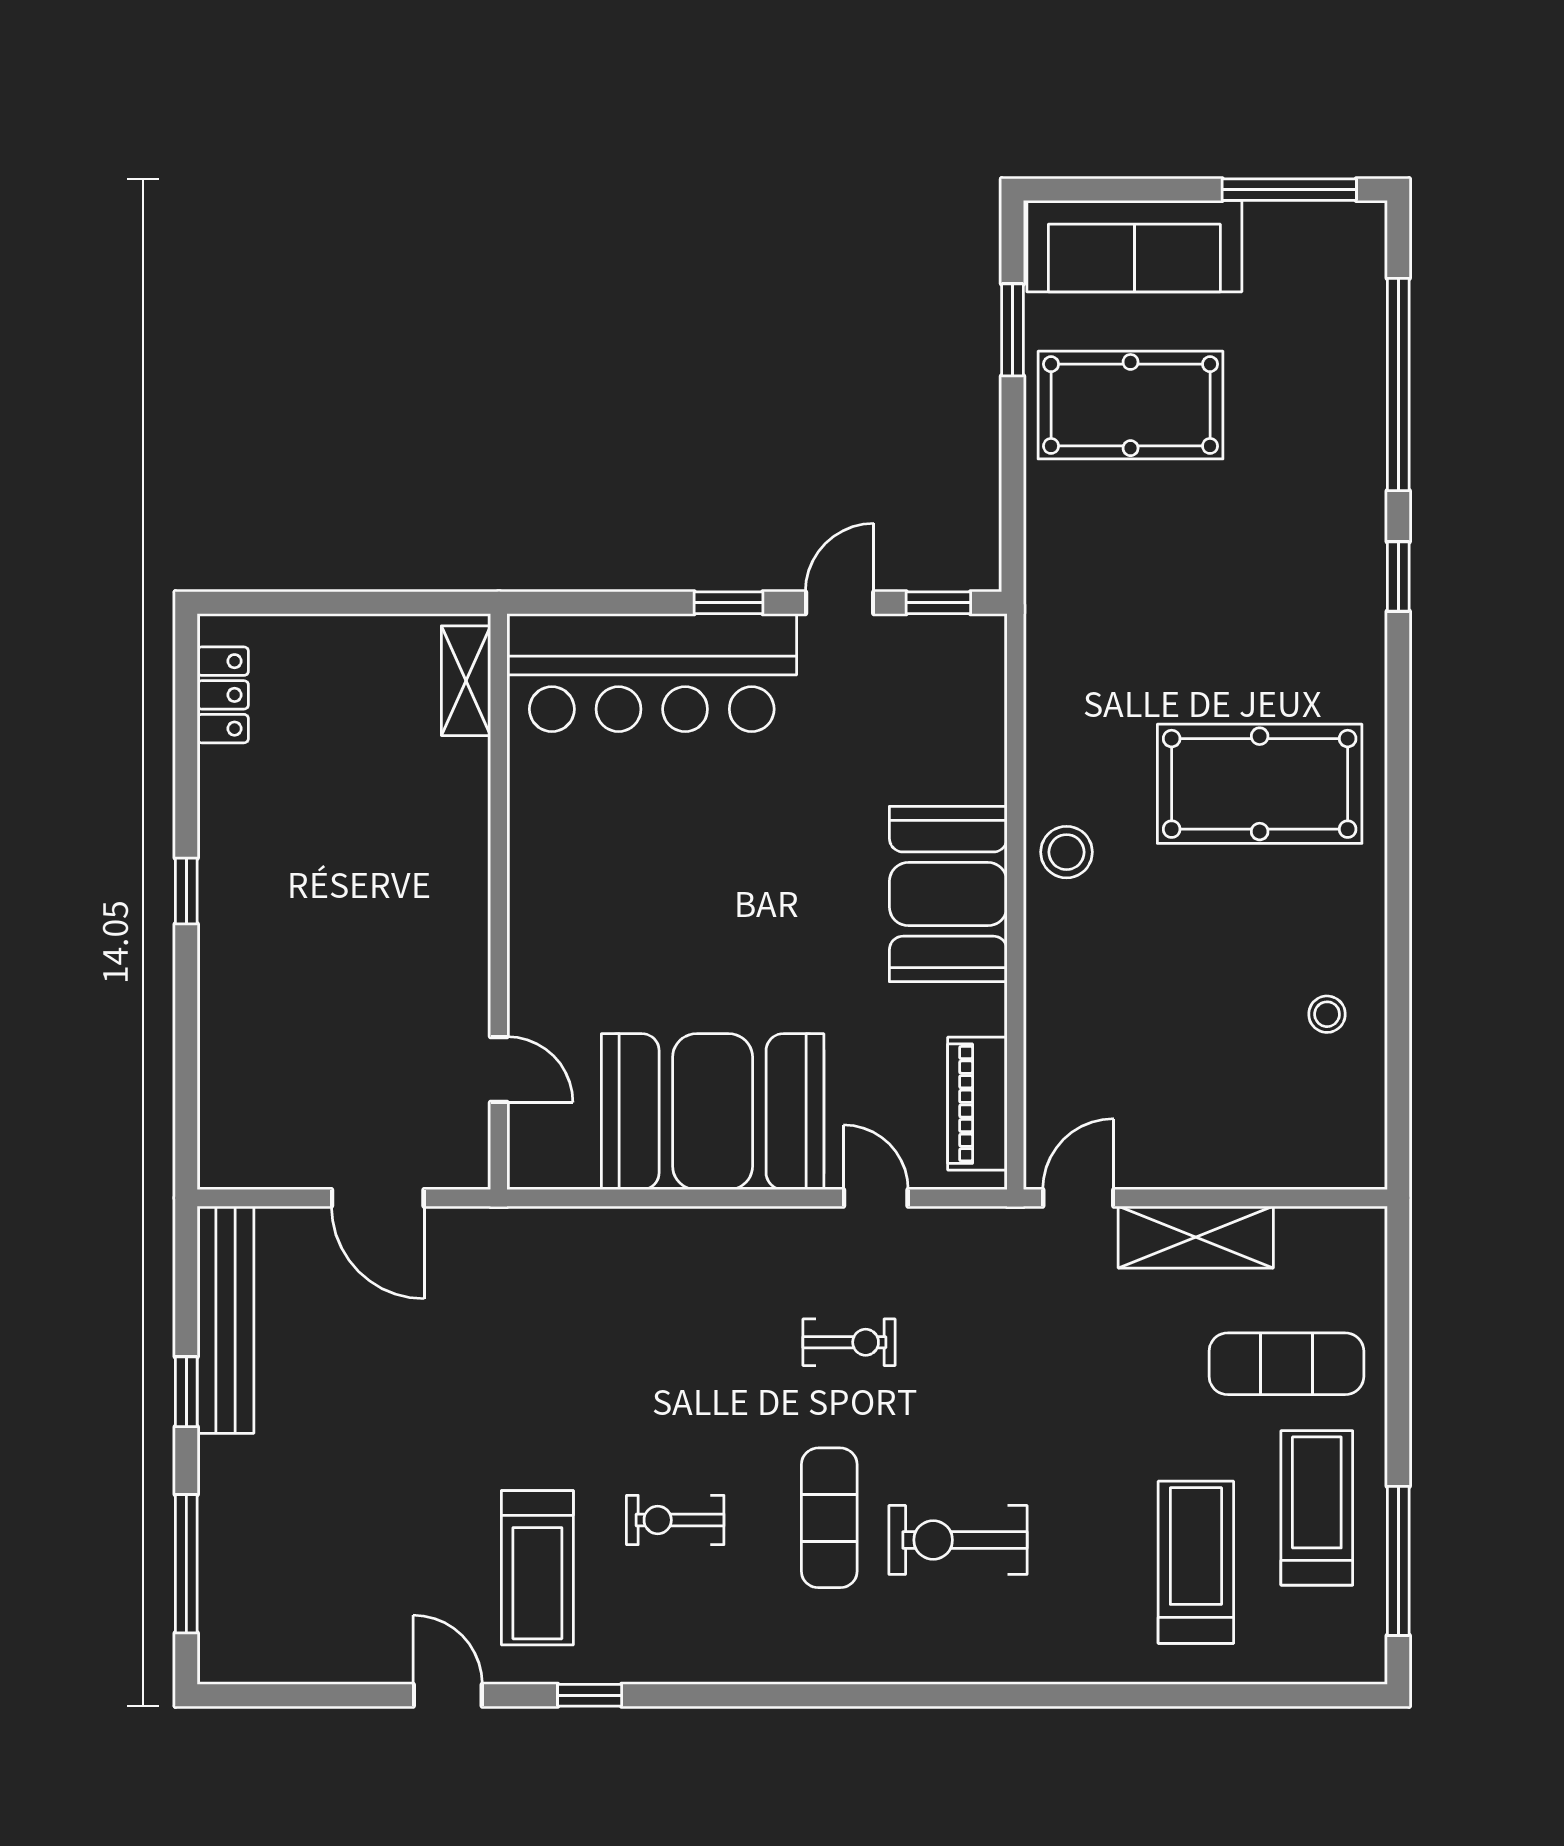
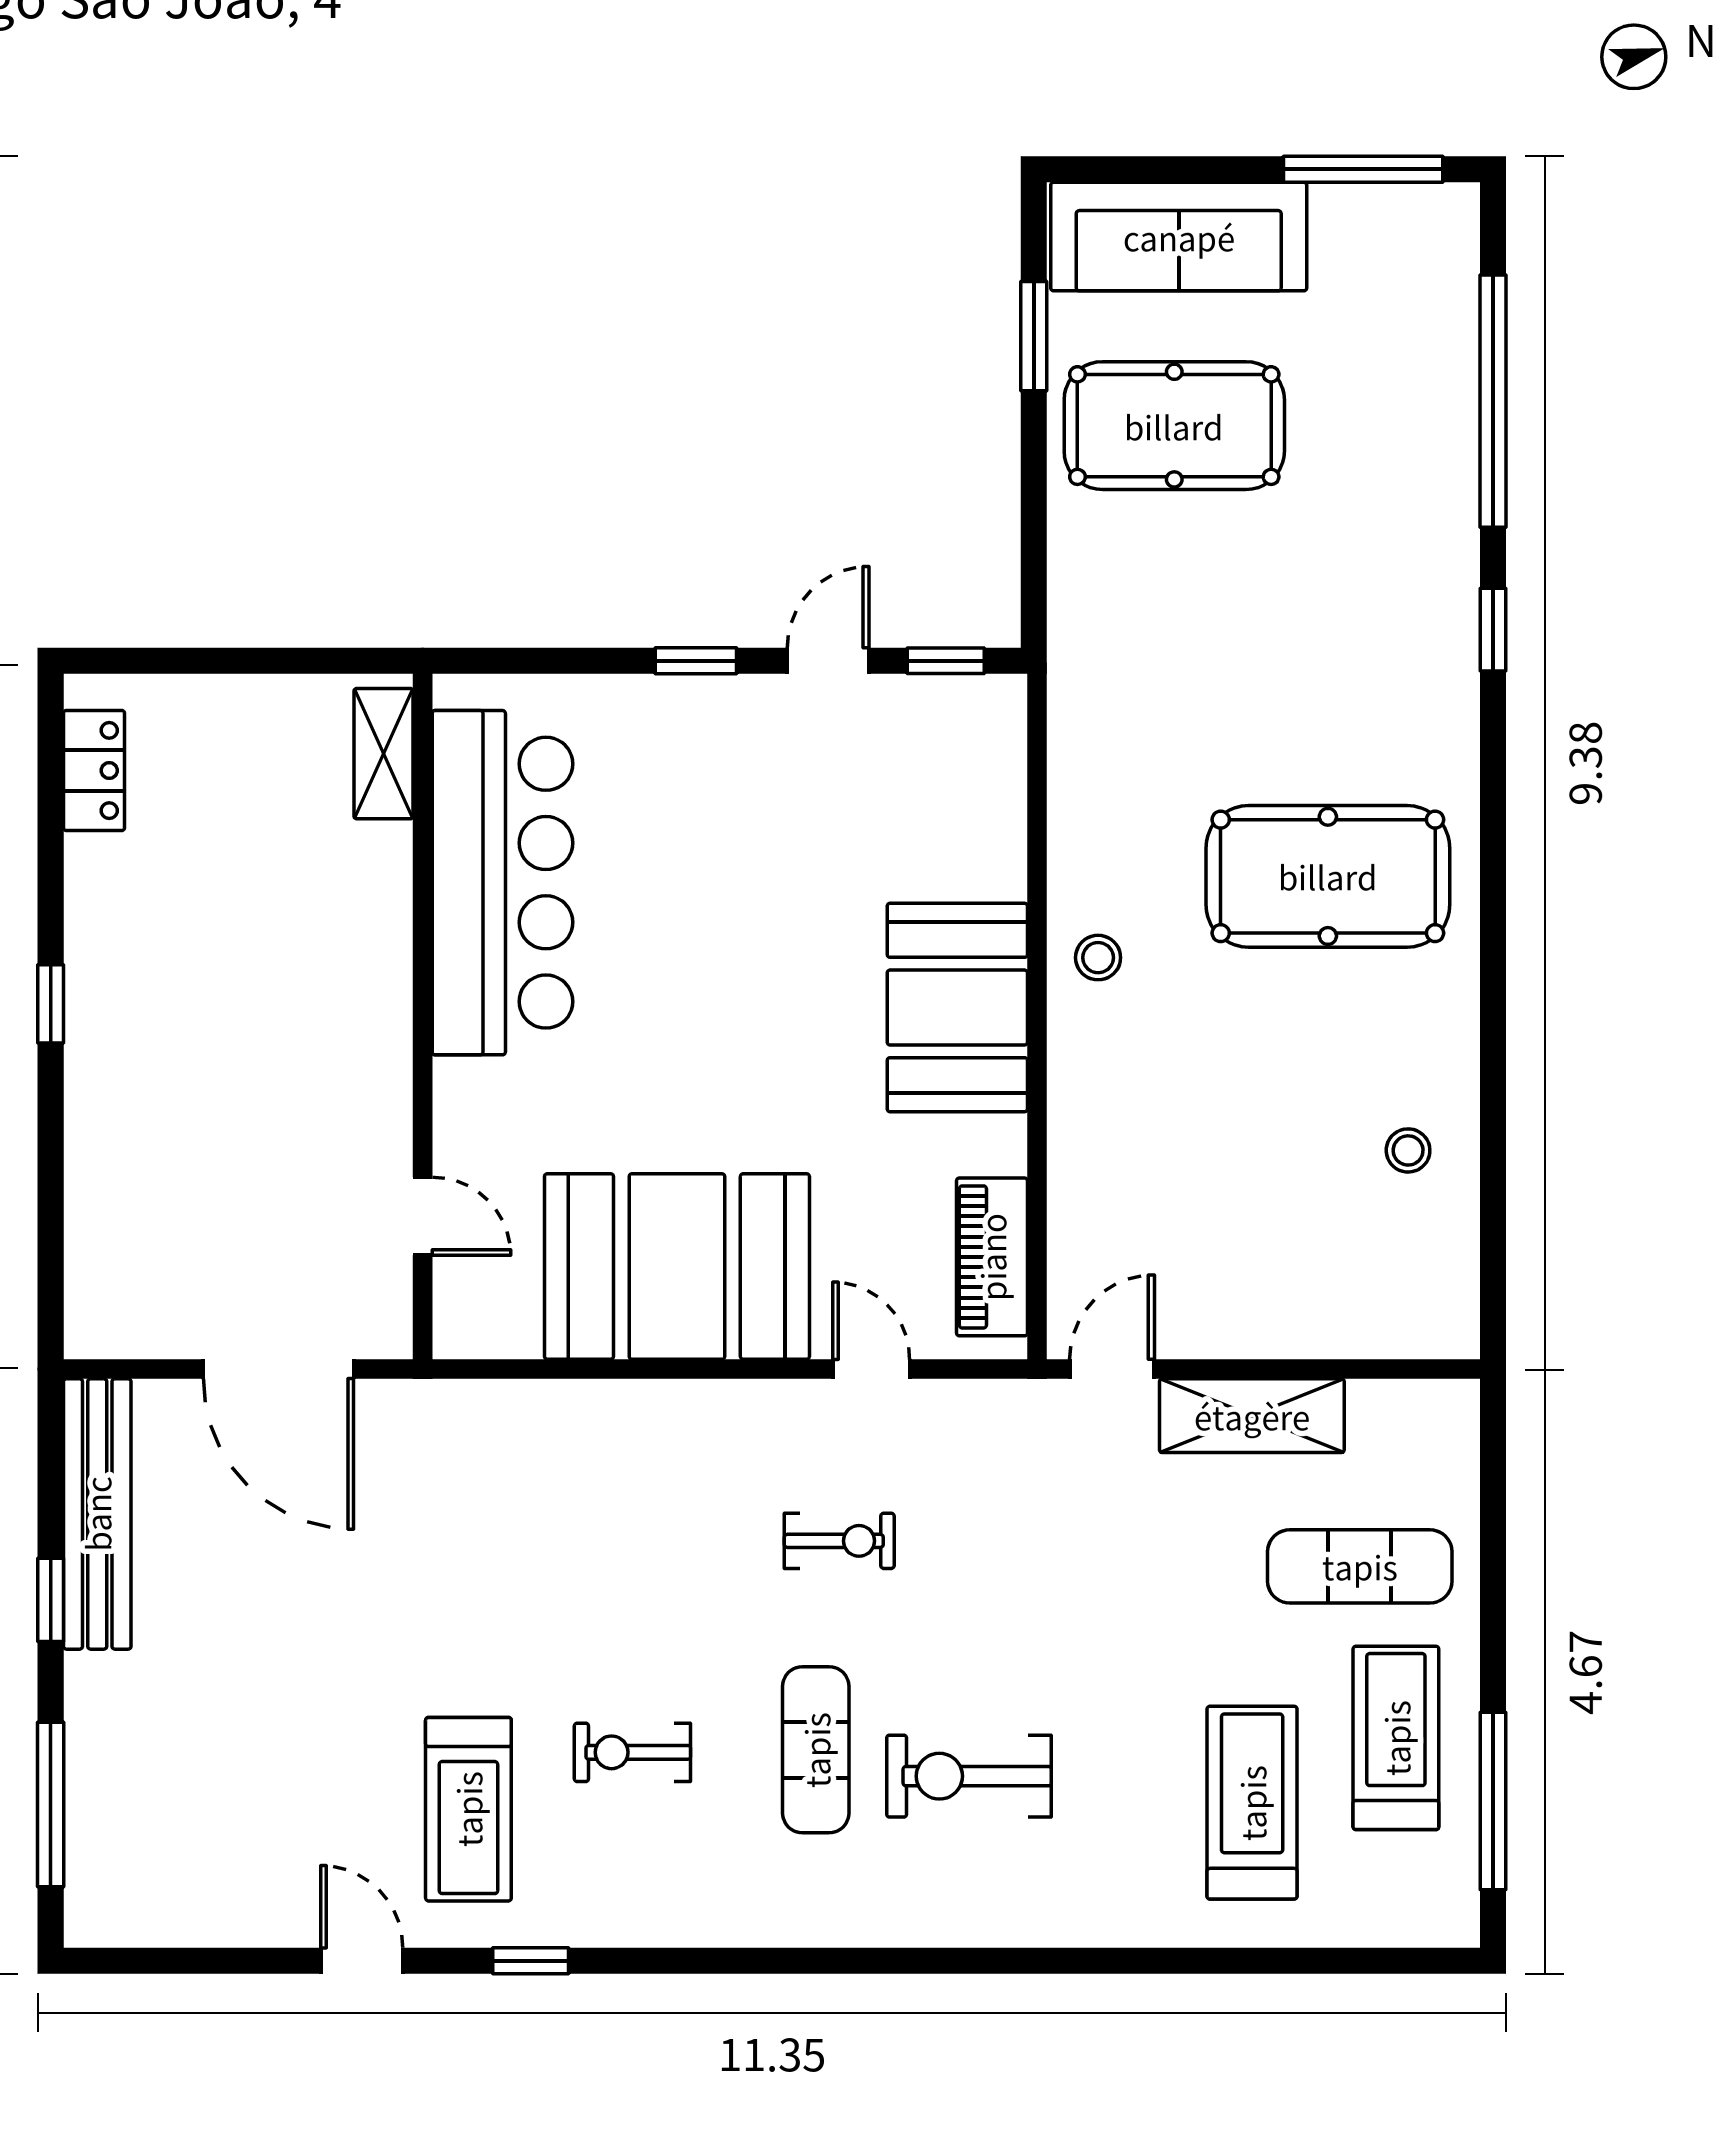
bar counter: (652, 673) -> (502, 883), moved, turned -90
stool: (1067, 852) -> (1098, 958), width x0.73, depth x0.73
door: (378, 1198) -> (278, 1369), width x1.36

